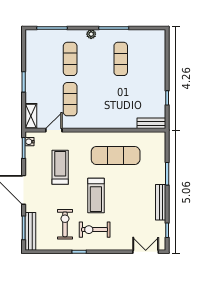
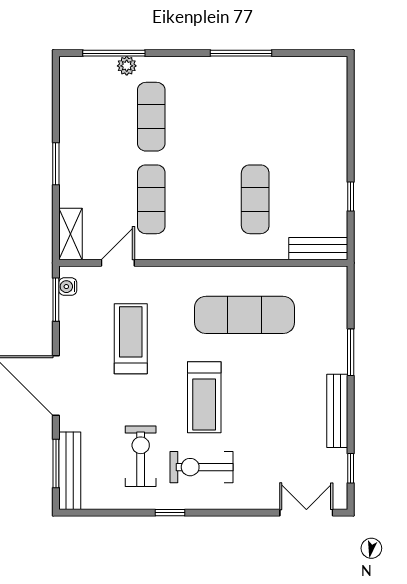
plant: (91, 34) -> (127, 66), moved
exercise mat: (121, 59) -> (255, 199), moved

